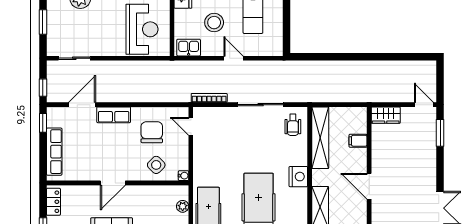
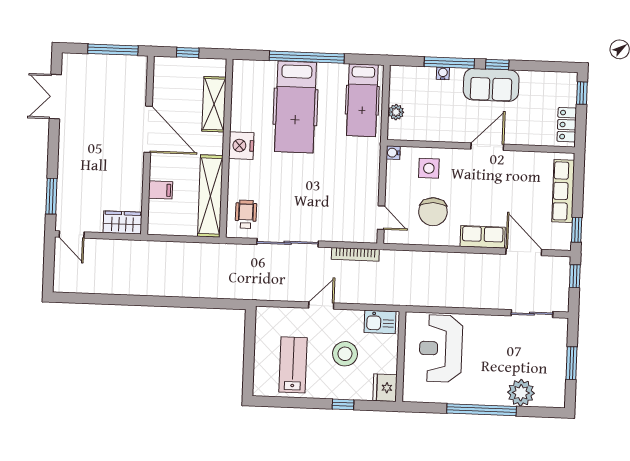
door: (233, 58) -> (321, 306), swing flipped
door: (82, 105) -> (524, 252), swing flipped
side table: (156, 165) -> (429, 168), turned 45
door: (369, 186) -> (148, 129), width x1.36

